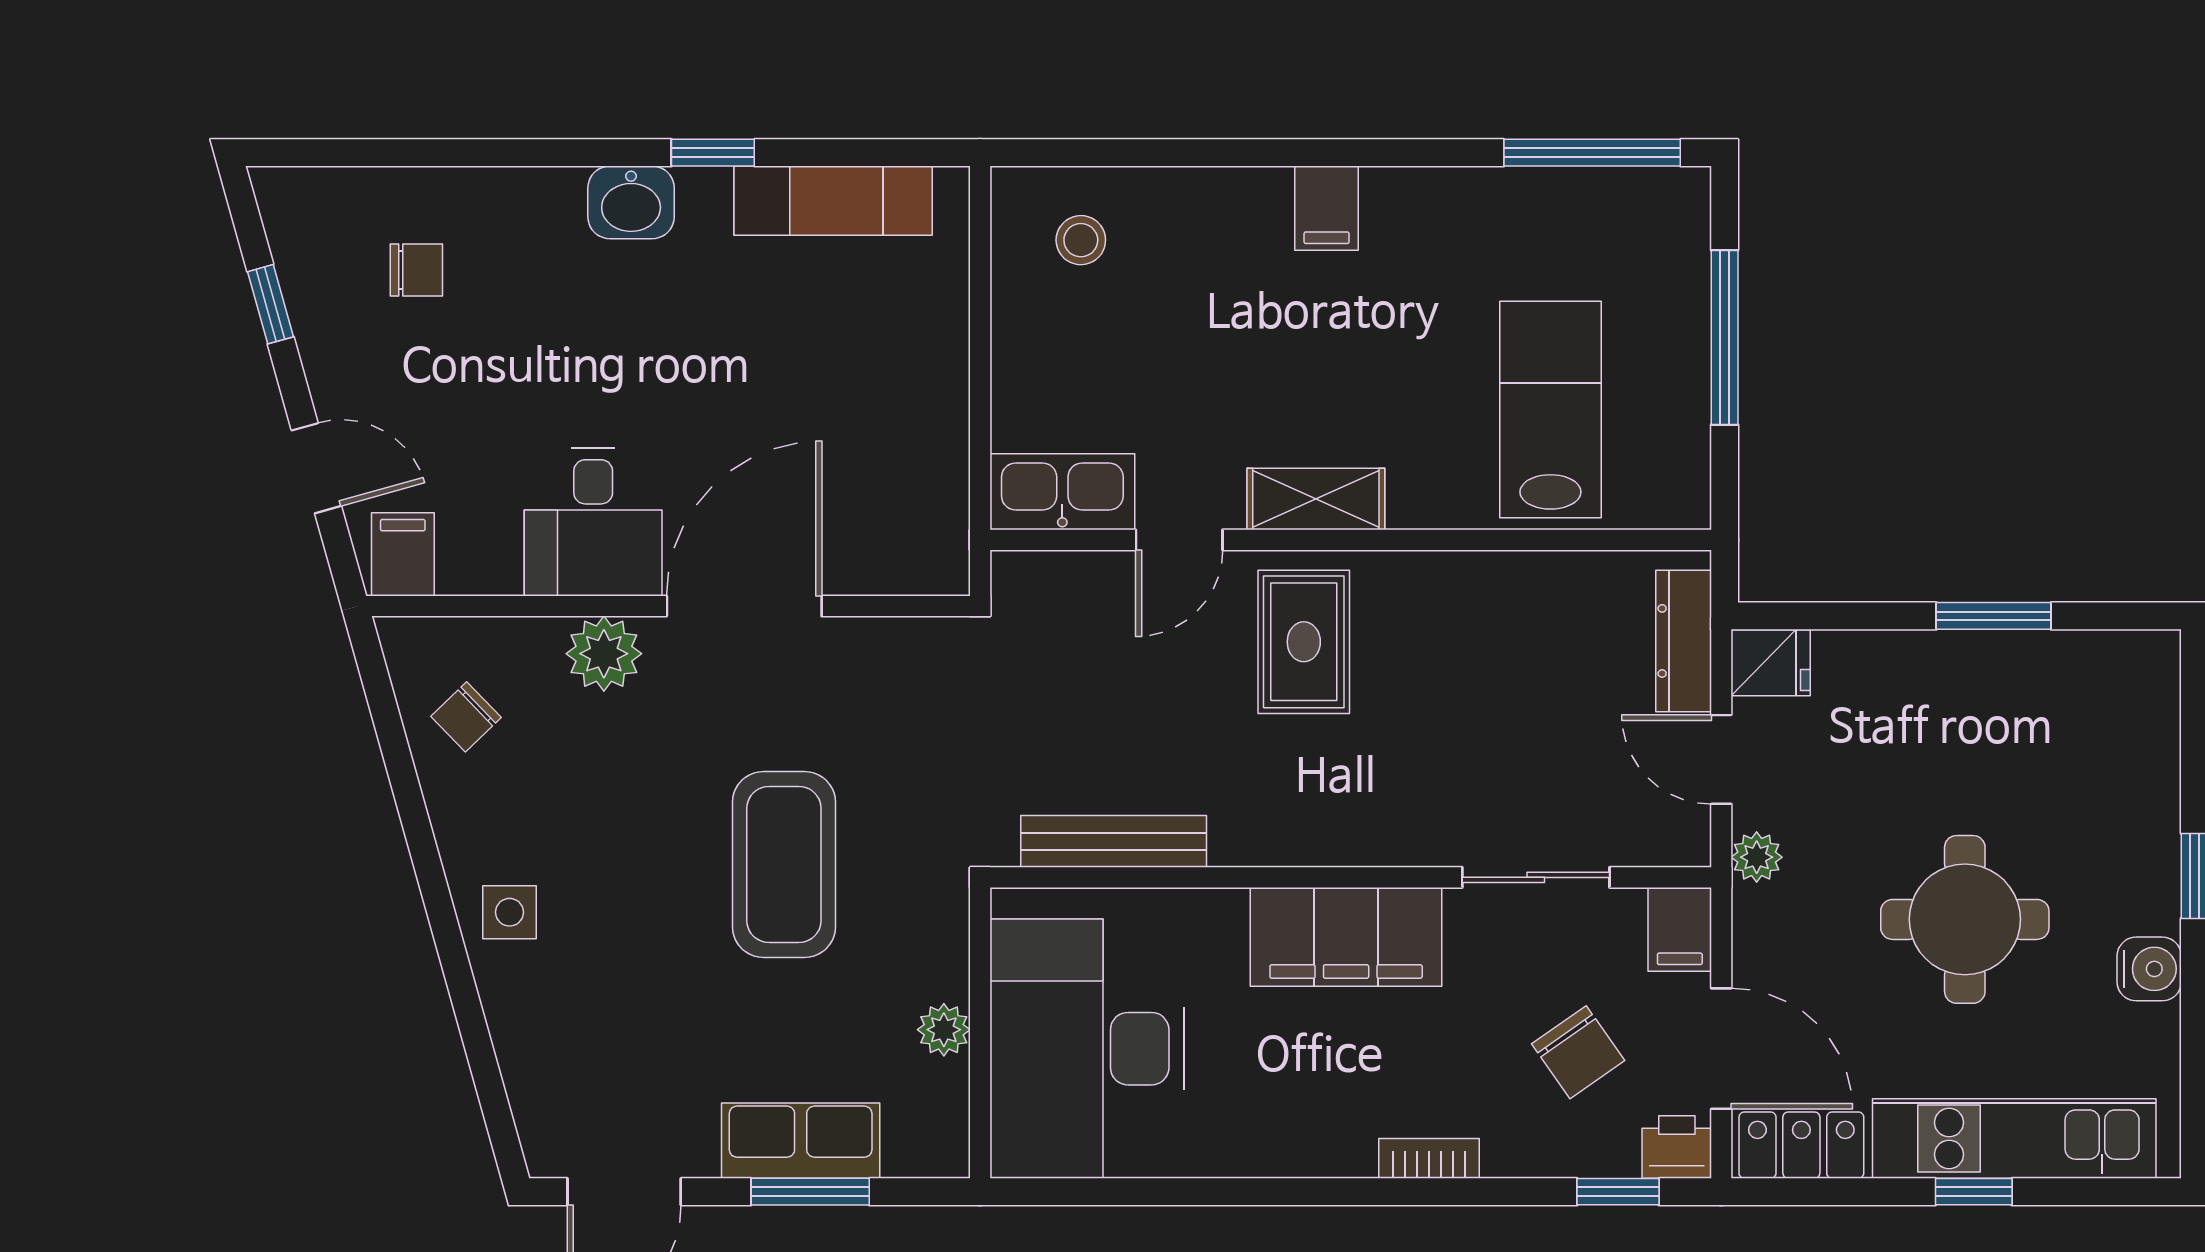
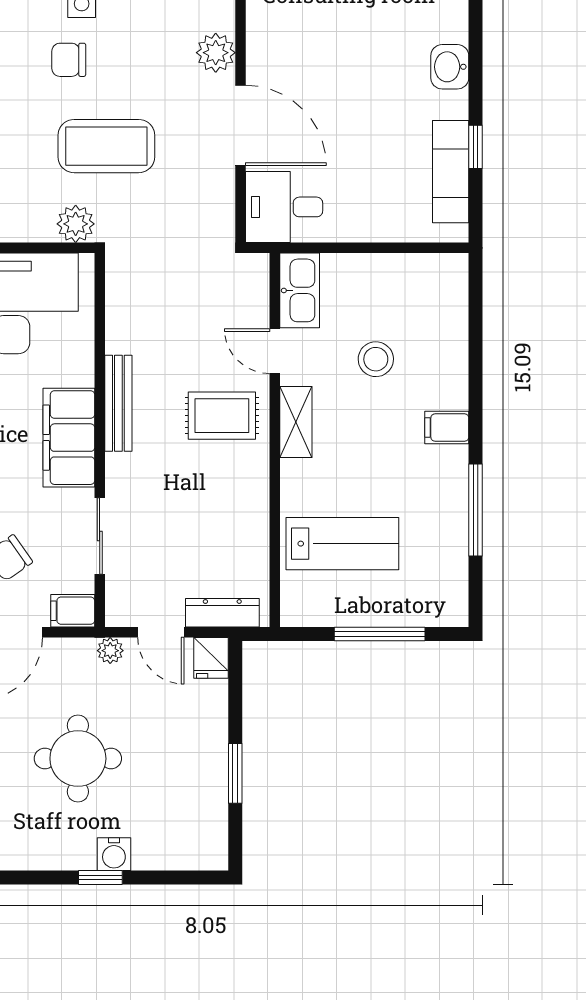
window: (713, 153) -> (476, 147), moved
window: (1592, 153) -> (476, 510), moved
stool: (1081, 240) -> (376, 359), moved, width x1.37, depth x1.37
desk: (593, 522) -> (284, 207), moved
door: (1721, 759) -> (161, 632), swing flipped
bench: (1114, 841) -> (118, 403), moved
chair: (618, 937) -> (69, 60), added
water cooler: (2149, 969) -> (114, 854), moved
plant: (944, 1030) -> (76, 224), moved, width x1.38, depth x1.38

